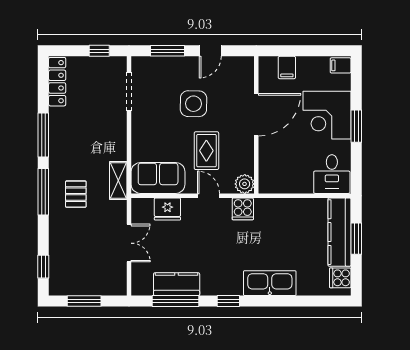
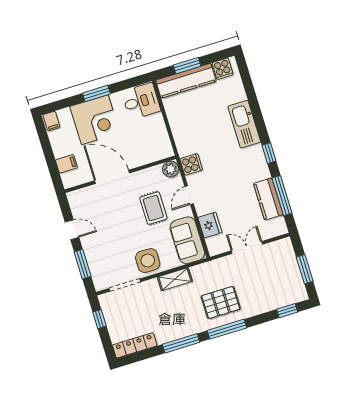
side table: (193, 104) -> (148, 261), moved
rug: (206, 151) -> (153, 208), turned 90
shelving: (118, 180) -> (175, 279), moved
pallet: (76, 194) -> (221, 302), width x1.50, depth x1.42

